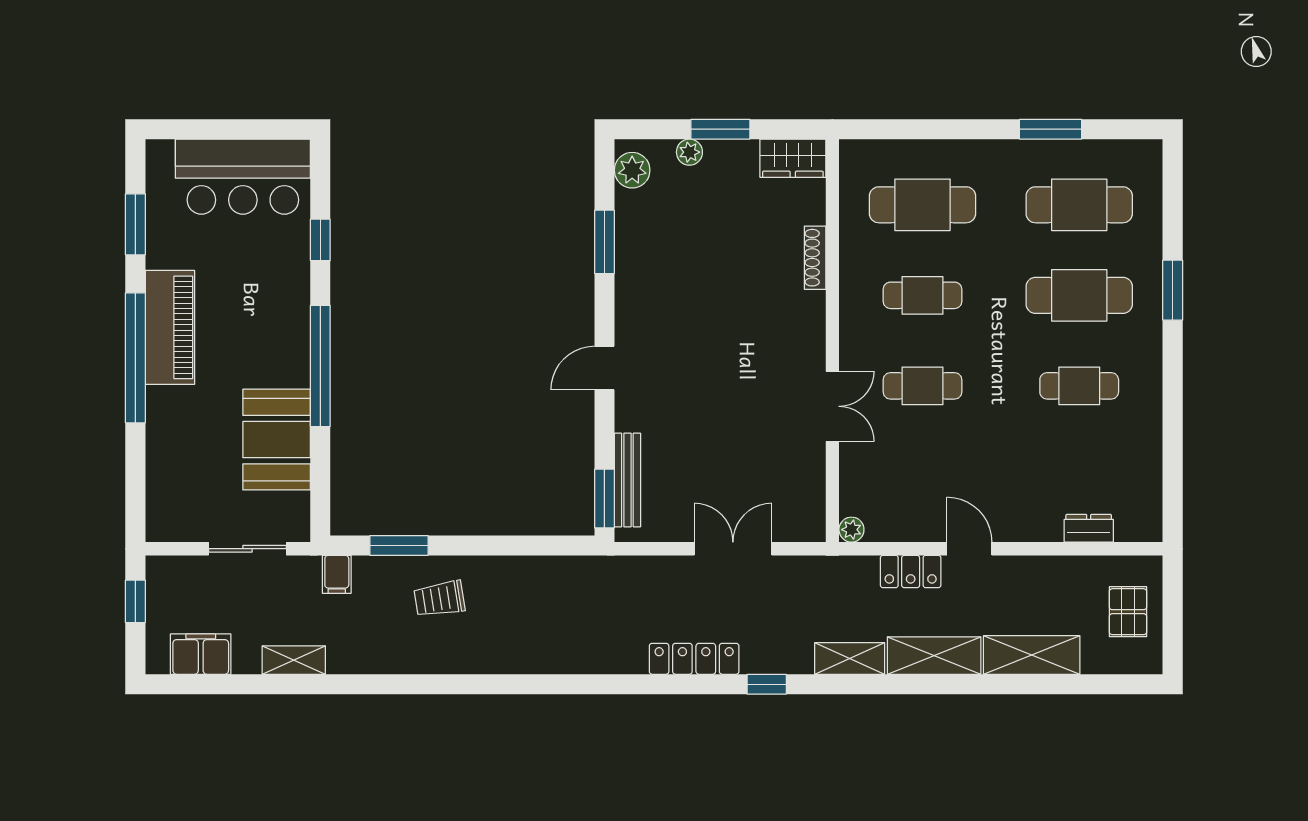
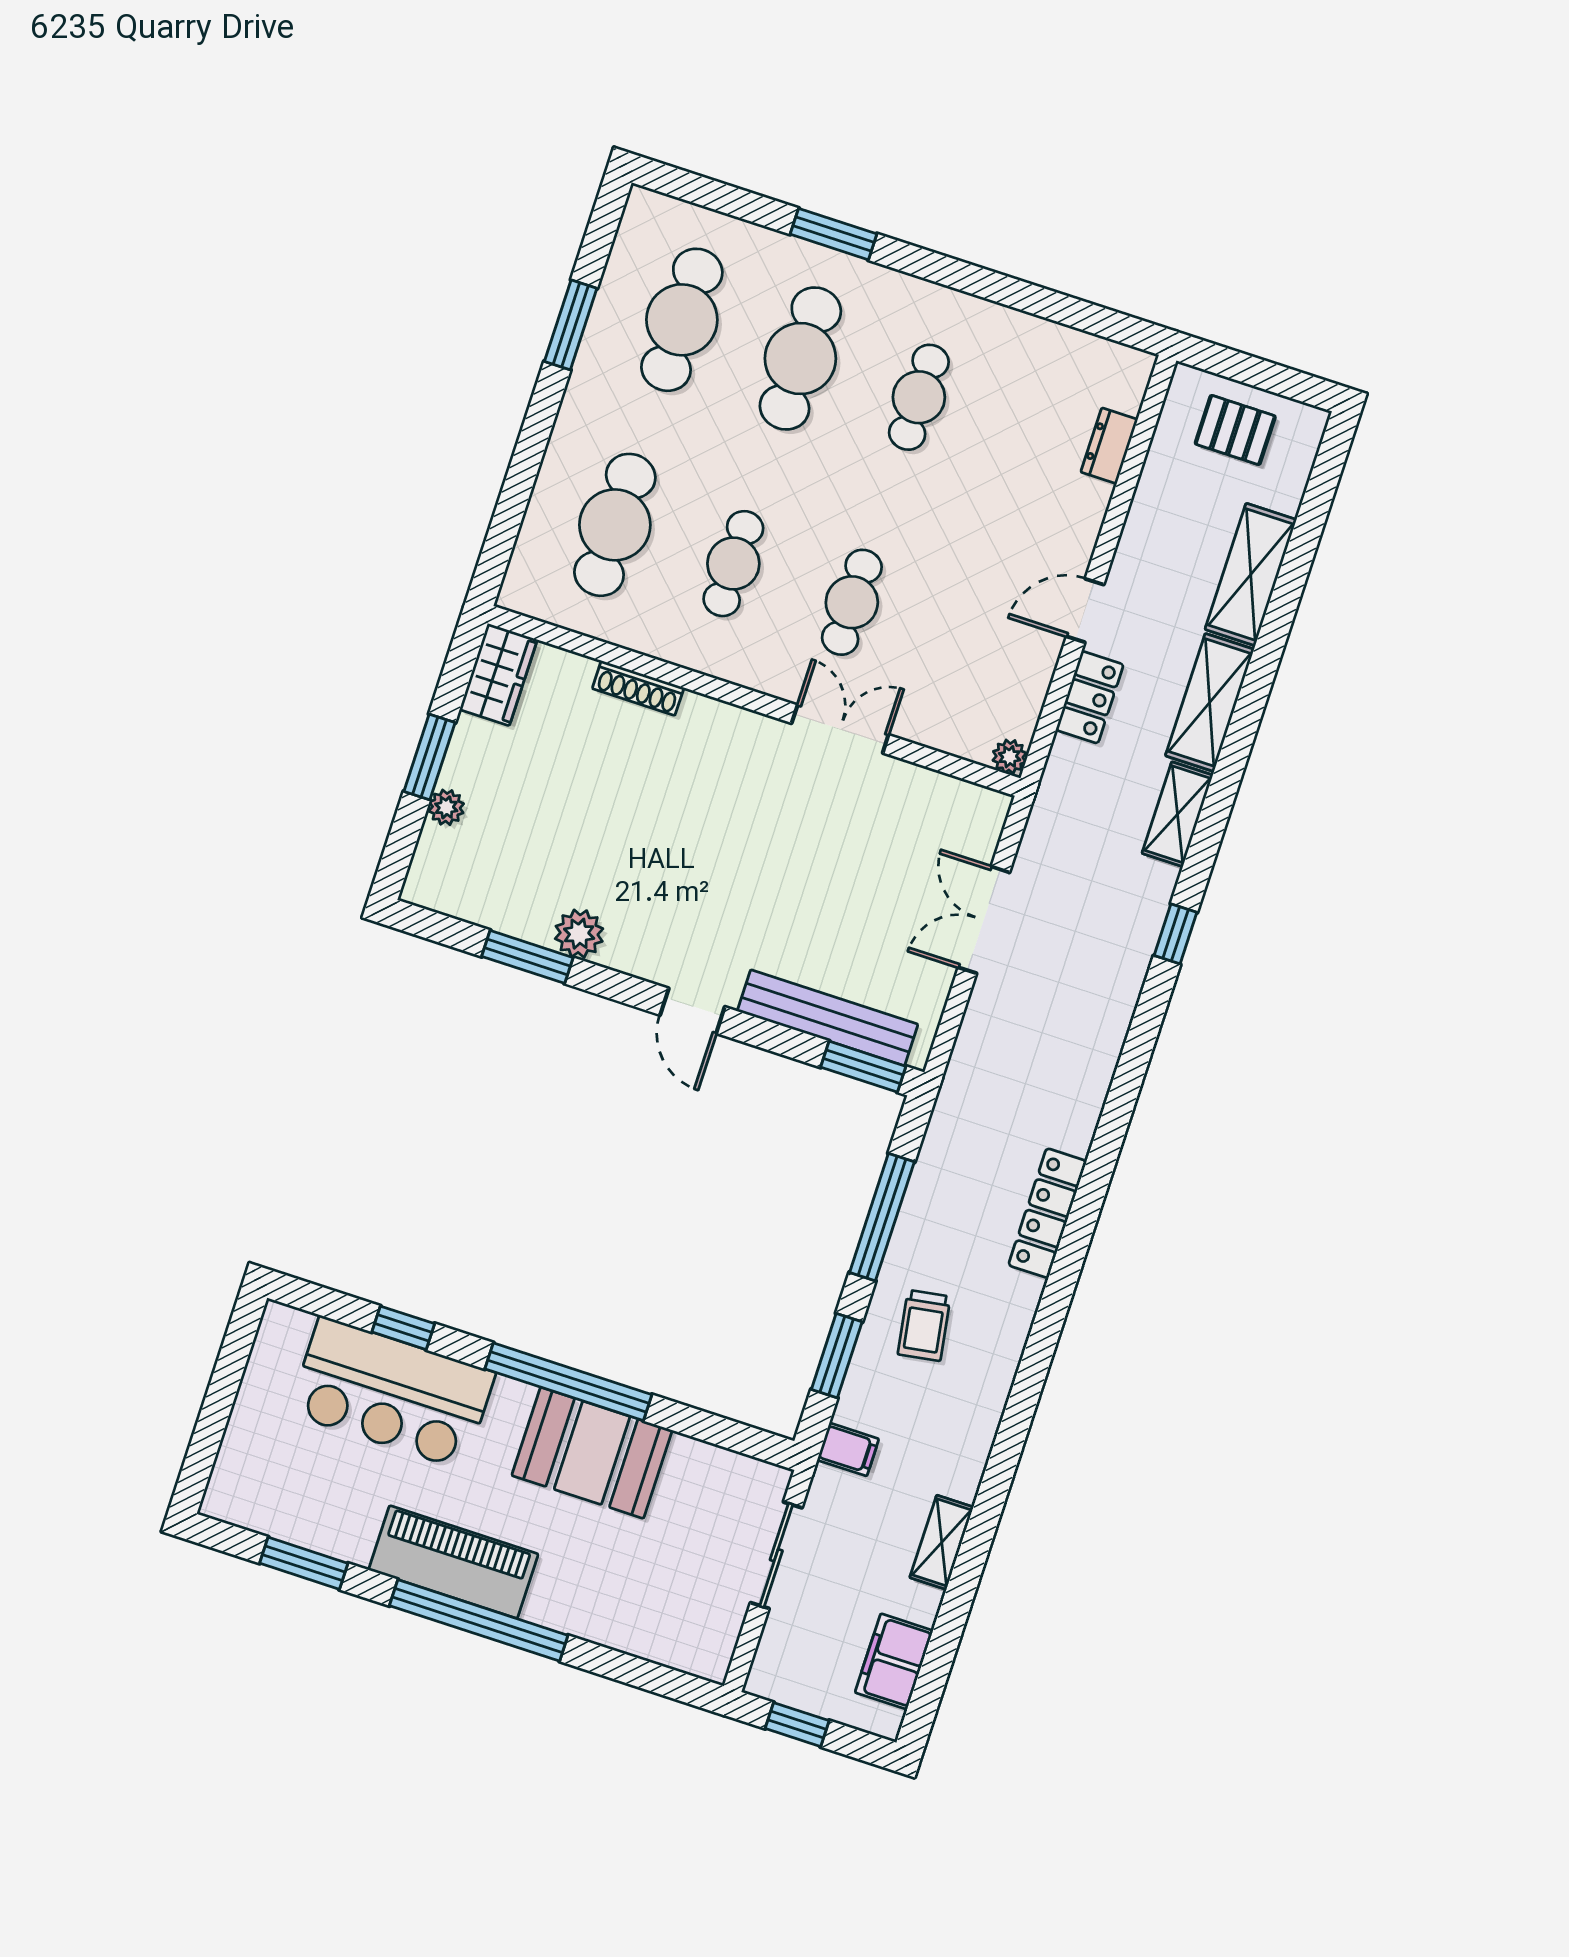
plant: (632, 170) -> (579, 934), moved
bar counter: (243, 177) -> (392, 1393), moved, turned 90
booth: (277, 440) -> (592, 1453), moved
bench: (627, 480) -> (828, 1018), width x1.37, depth x1.21
window: (505, 545) -> (882, 1217), added
locker: (694, 659) -> (1047, 1213), moved

